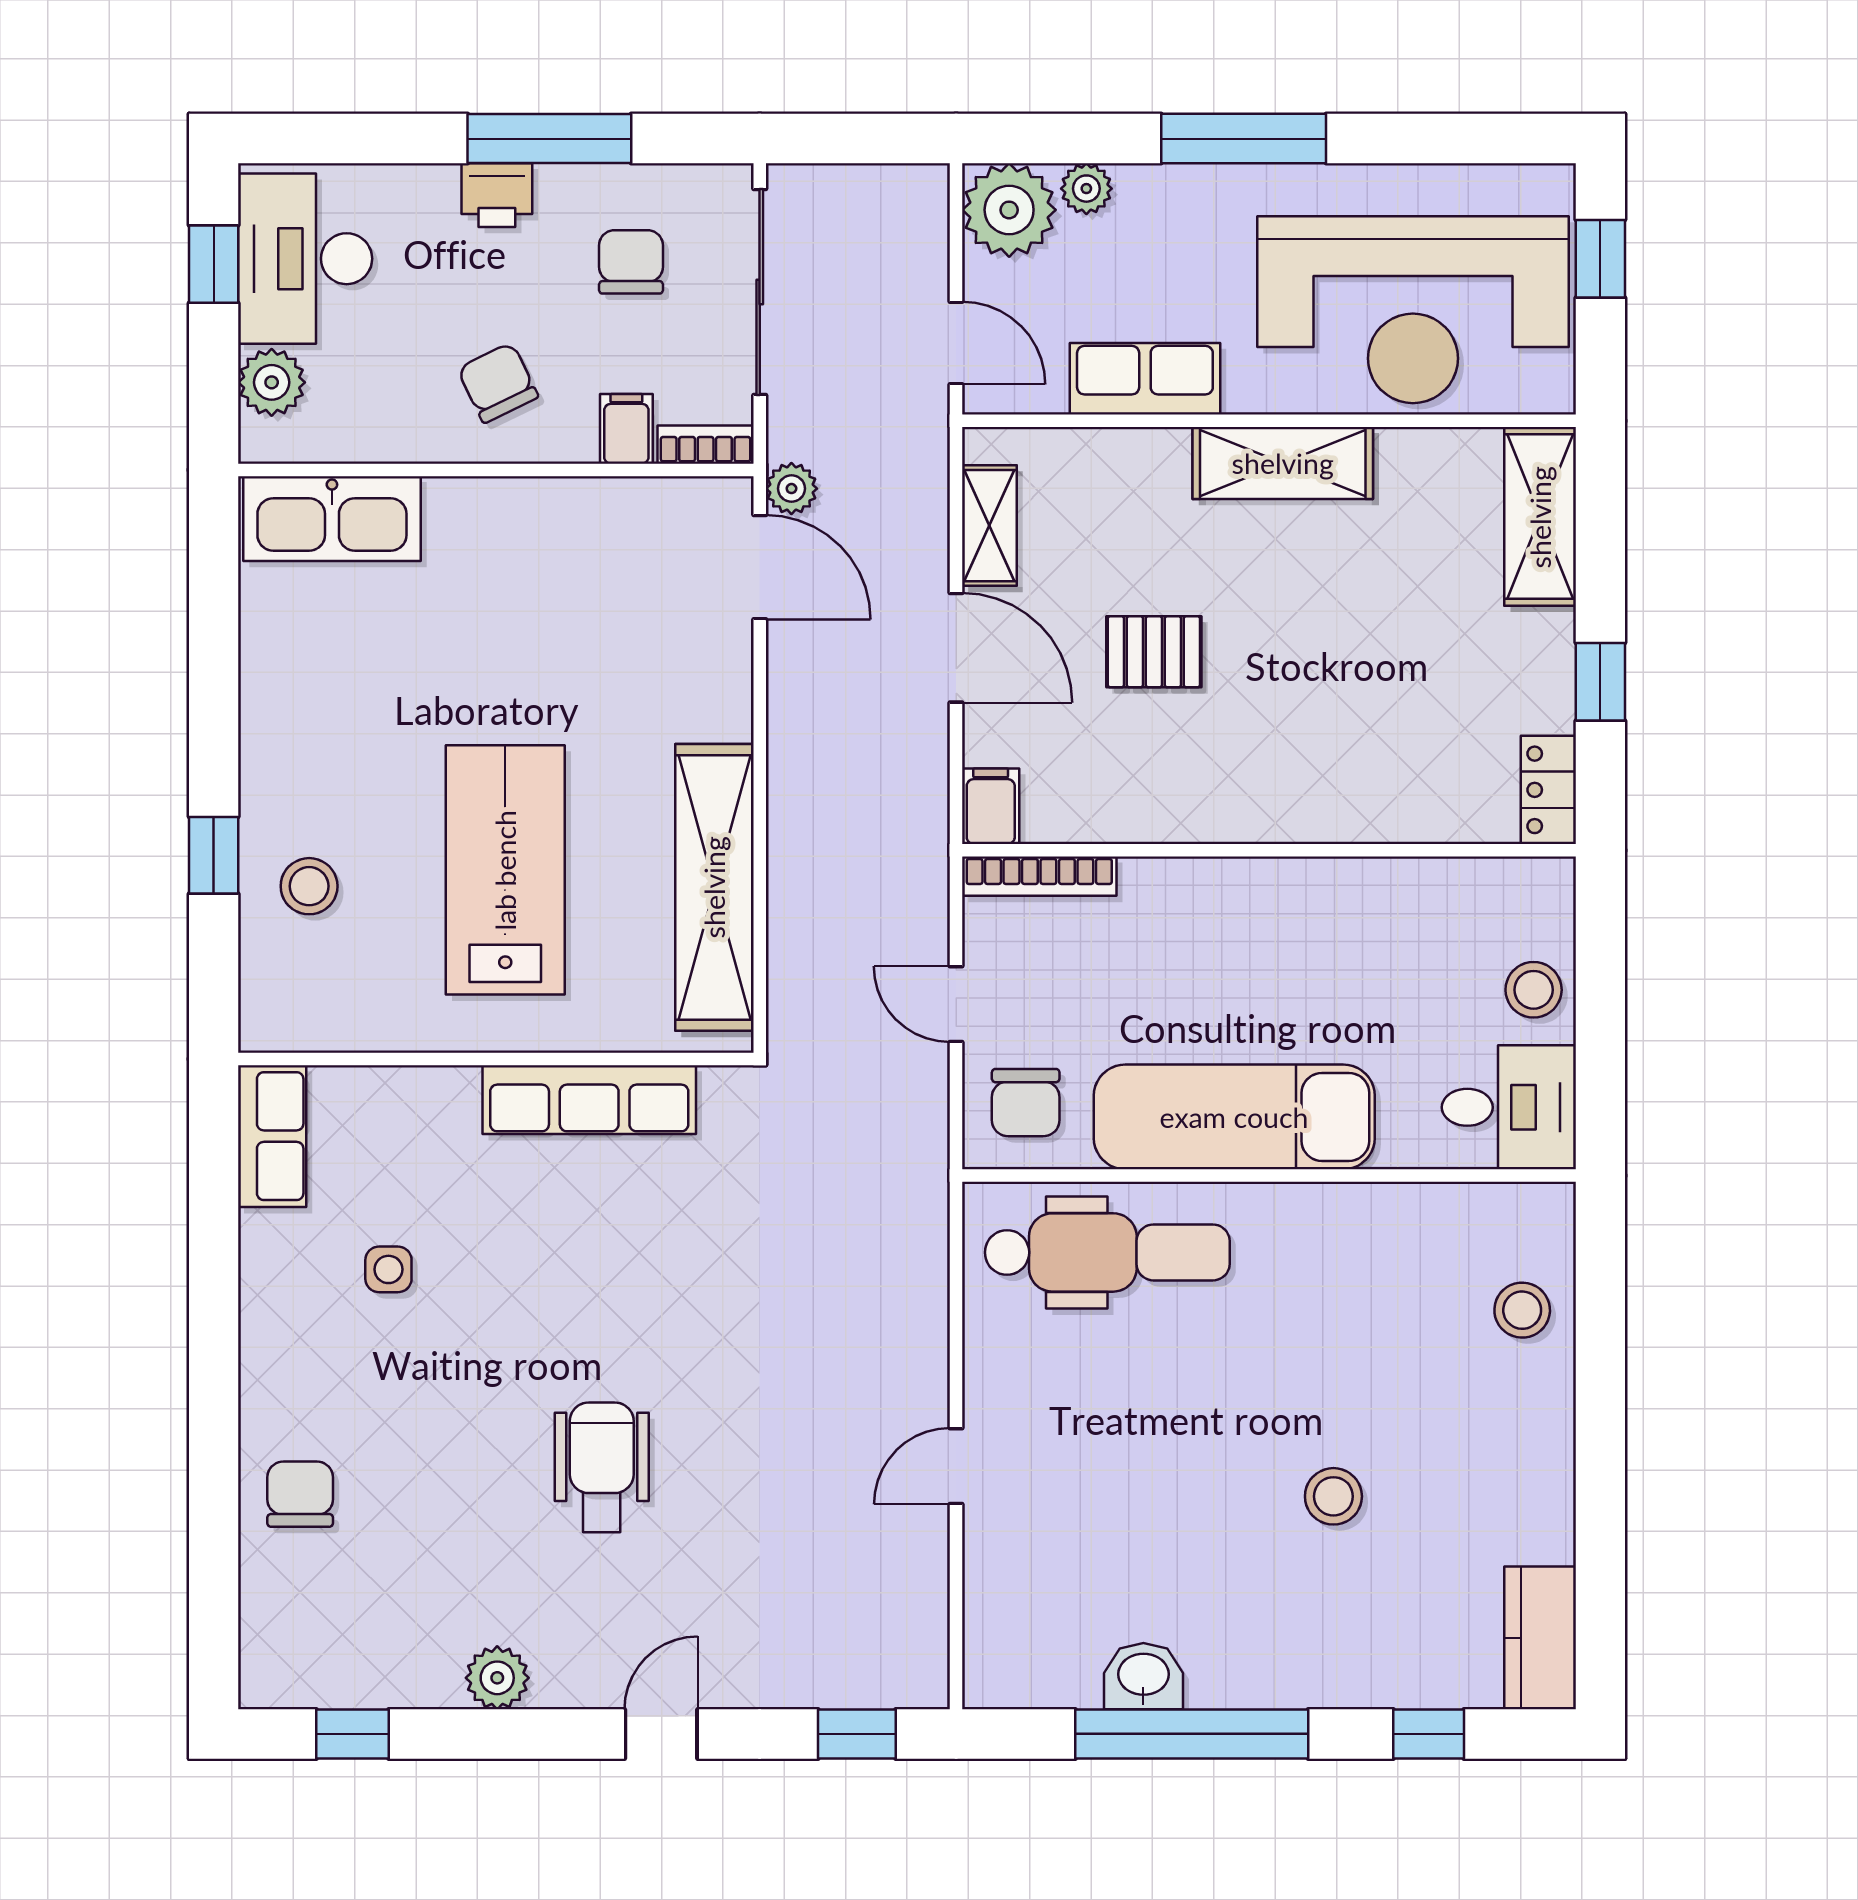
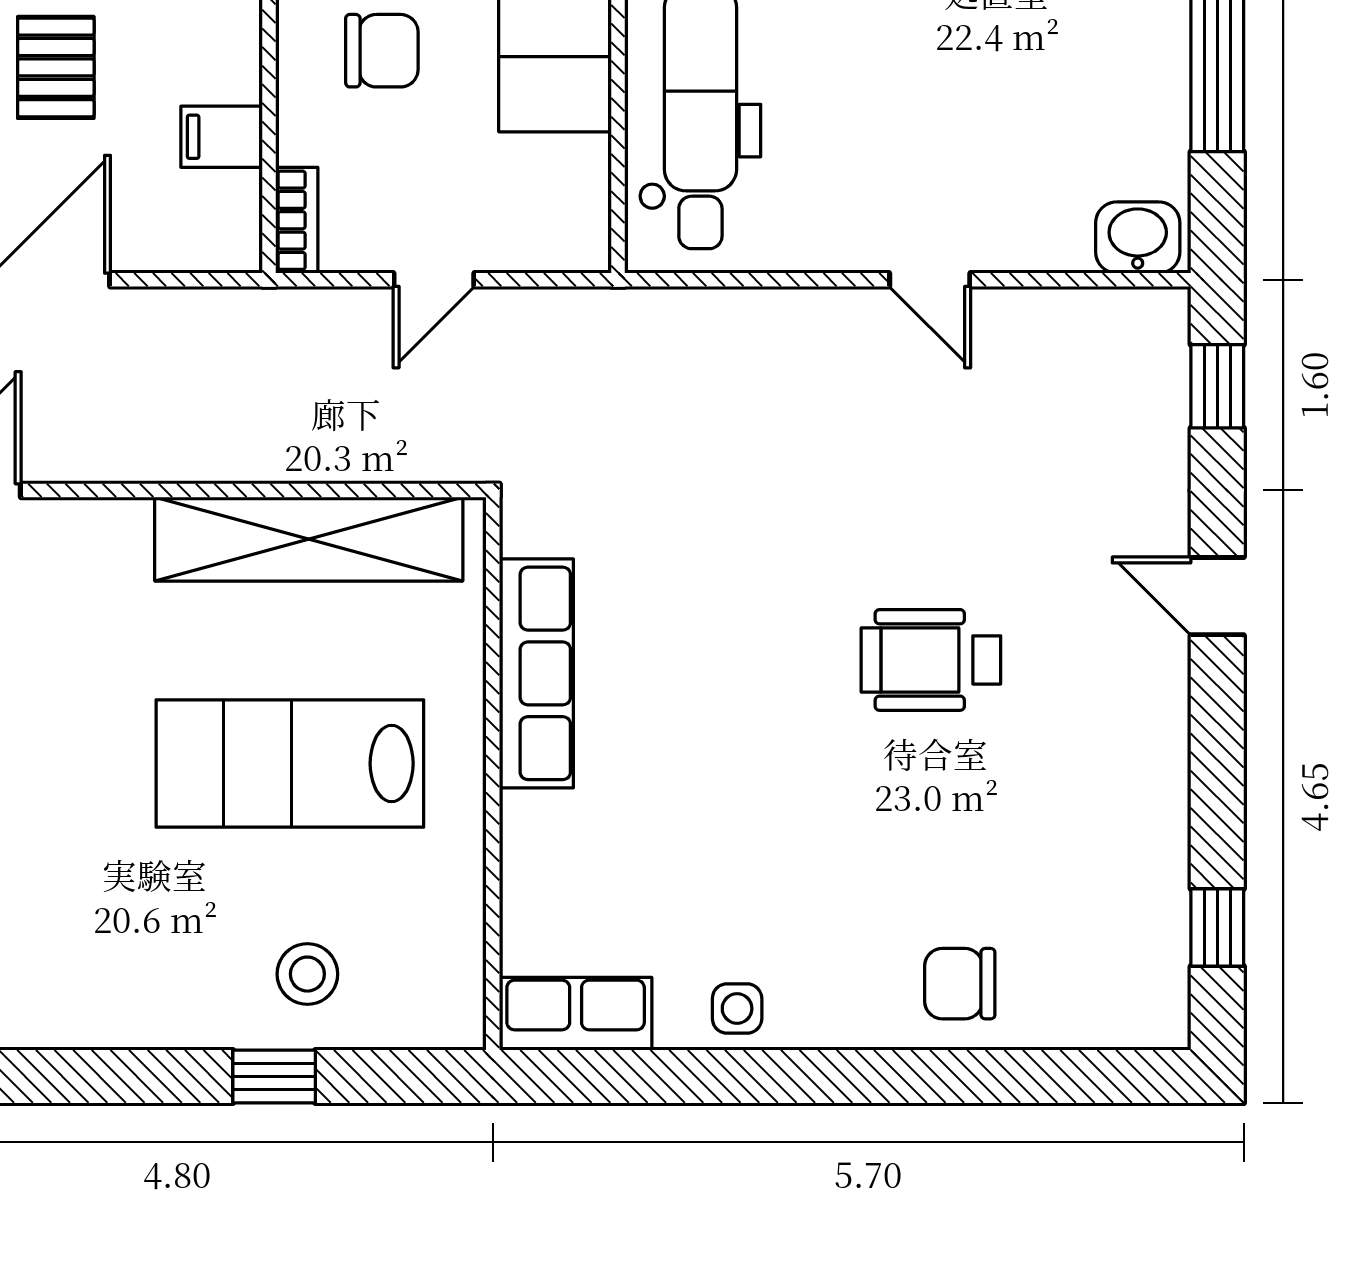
filing cabinet: (991, 806) -> (222, 137), moved
bookcase: (1039, 876) -> (297, 220), width x0.64
chair: (1026, 1103) -> (382, 51), moved
side table: (388, 1269) -> (737, 1009), moved
washbasin: (1143, 1676) -> (1138, 237), moved, turned 90
plant: (497, 1678) -> (1157, 772), removed

